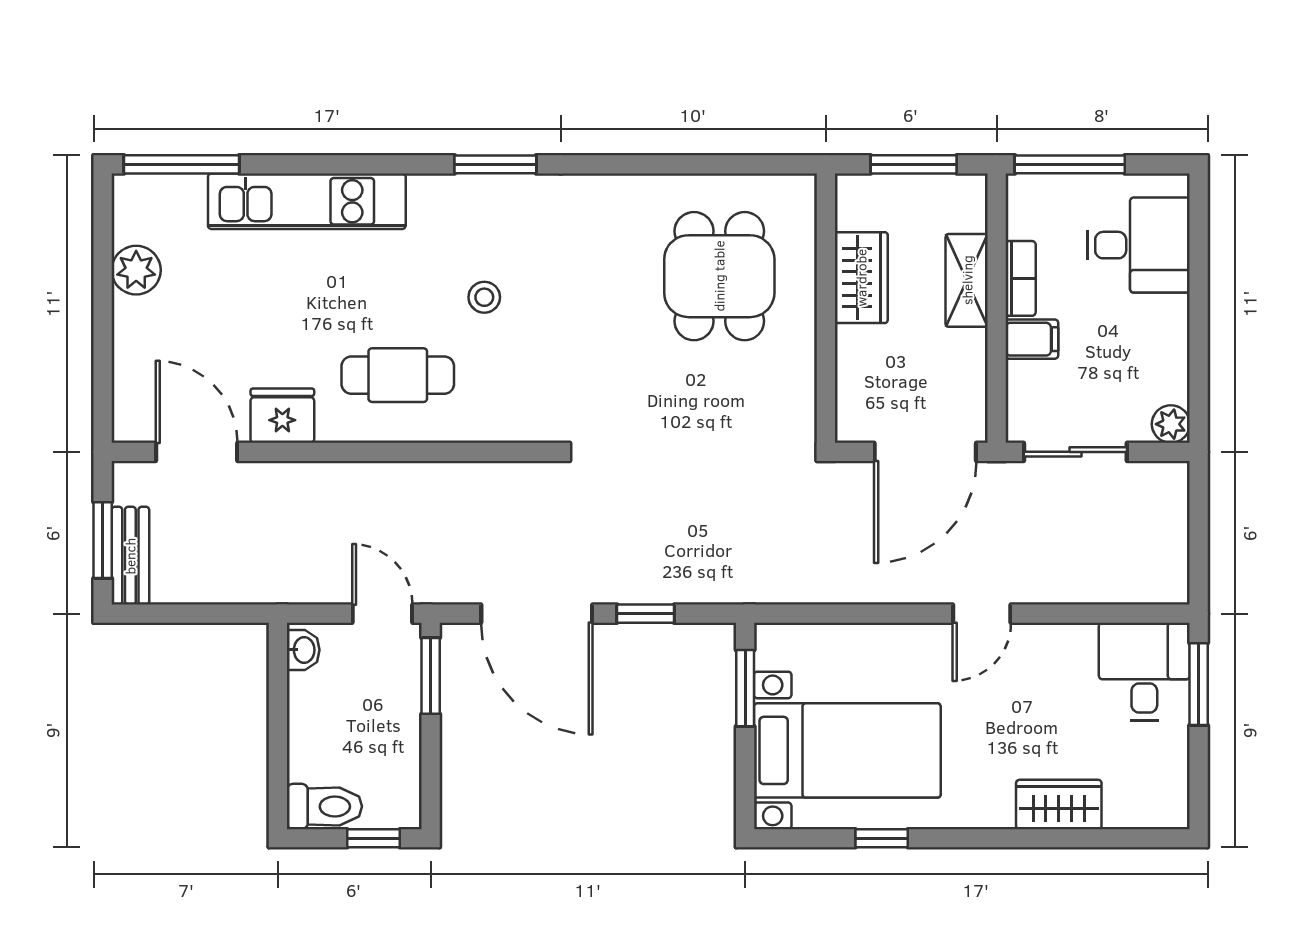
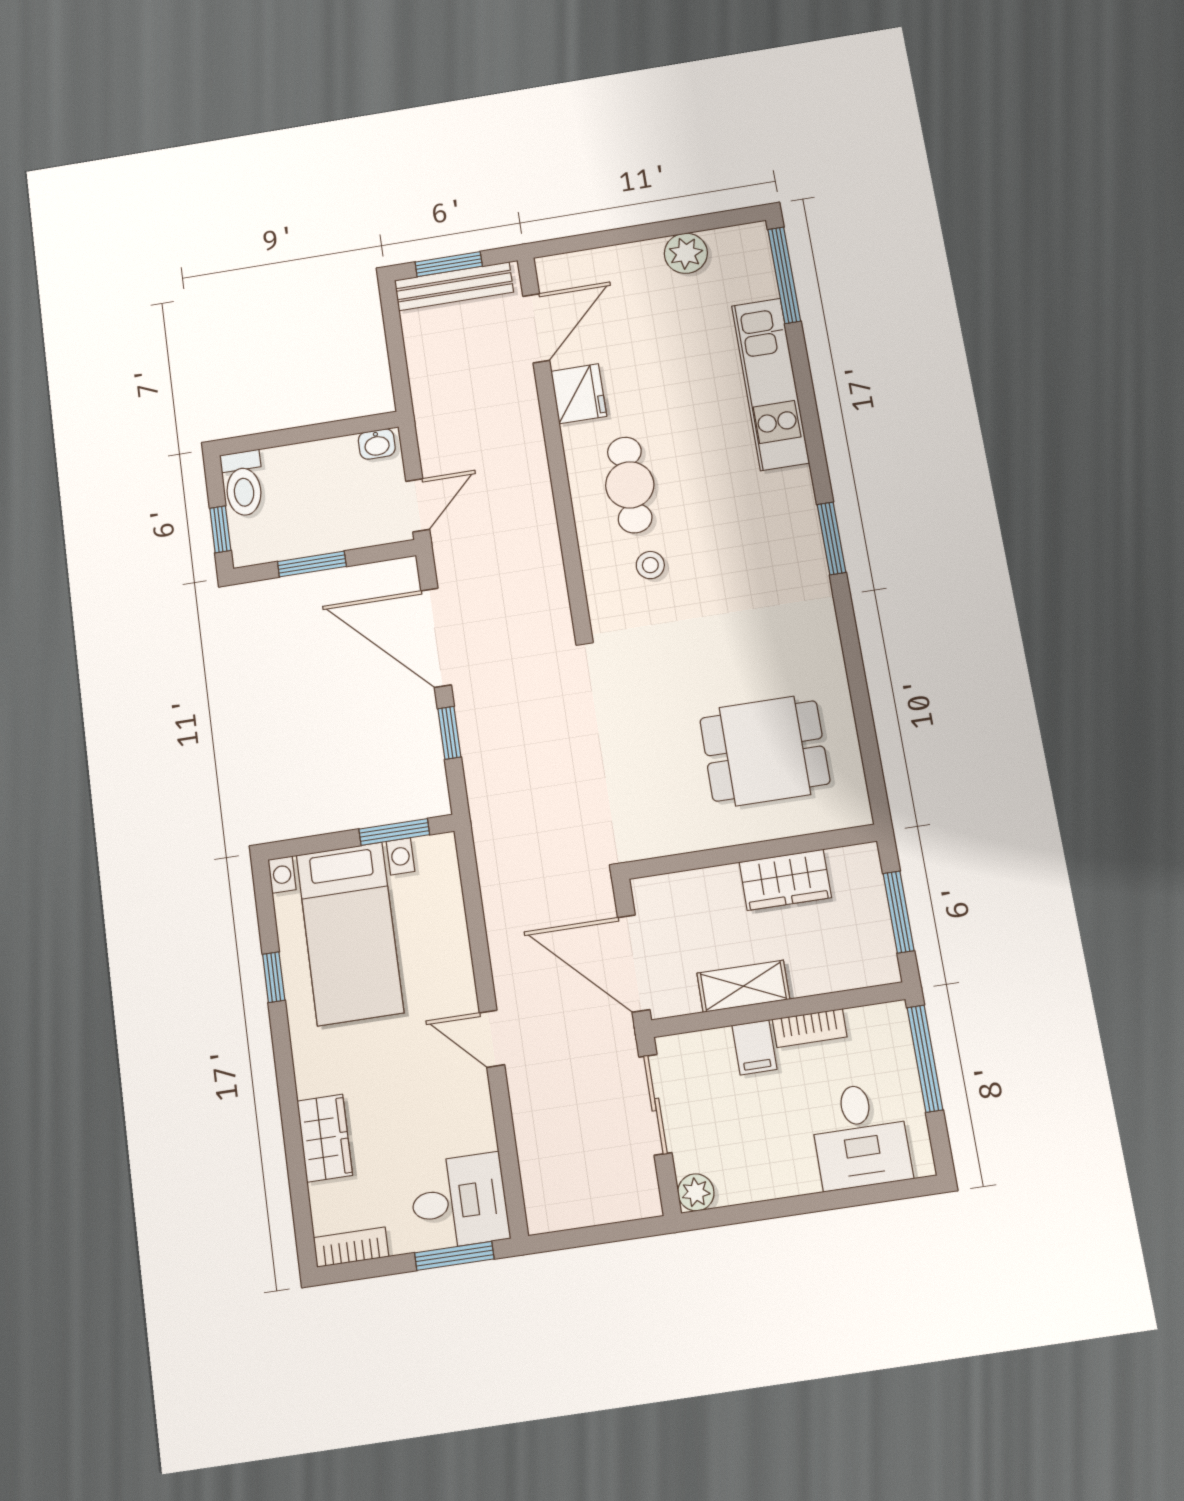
shelving: (967, 280) -> (743, 986), moved
stool: (484, 297) -> (650, 565), moved
bench: (130, 556) -> (454, 286), width x1.36
door: (537, 614) -> (436, 638), hinge flipped
window: (431, 676) -> (312, 564), moved
bookcase: (1174, 791) -> (351, 1247), added

